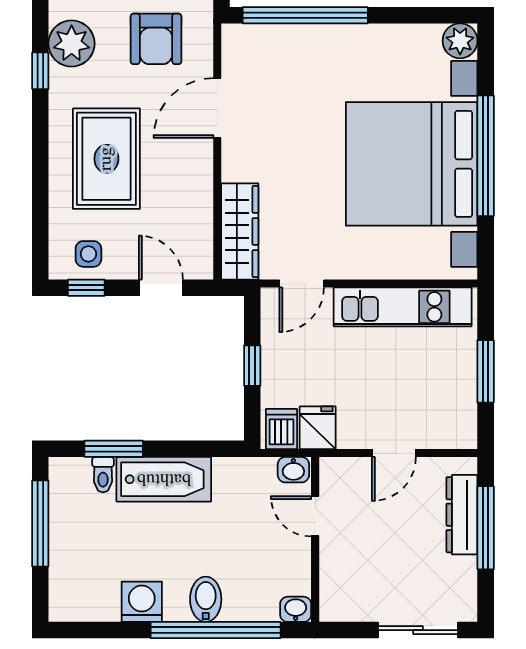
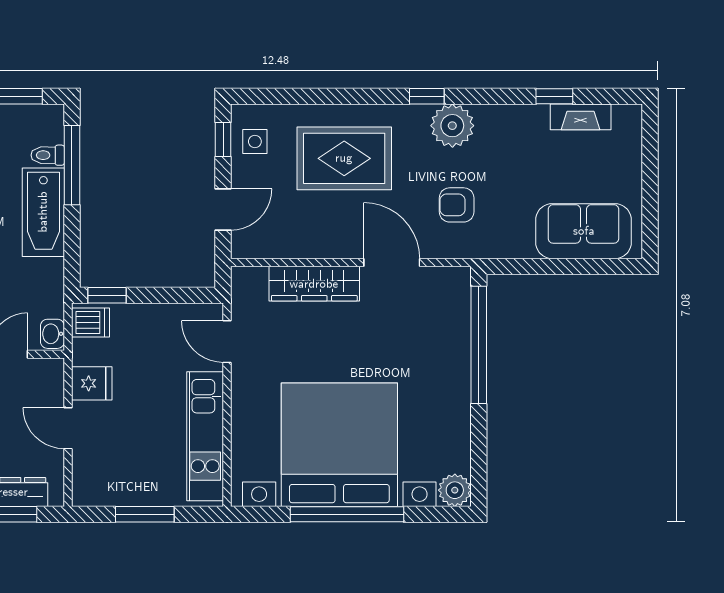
armchair: (156, 39) -> (457, 205), width x0.72, depth x0.72
wardrobe: (240, 231) -> (314, 284), moved
window: (252, 366) -> (107, 295), moved
fridge: (318, 428) -> (92, 383), moved
window: (114, 449) -> (72, 165), width x1.44

